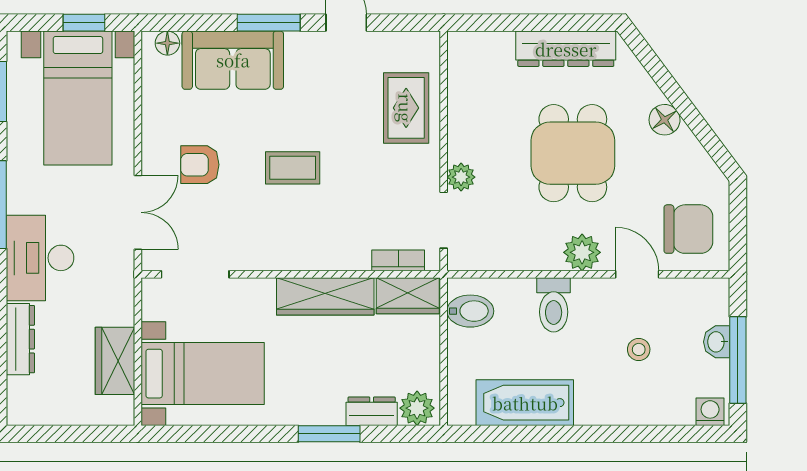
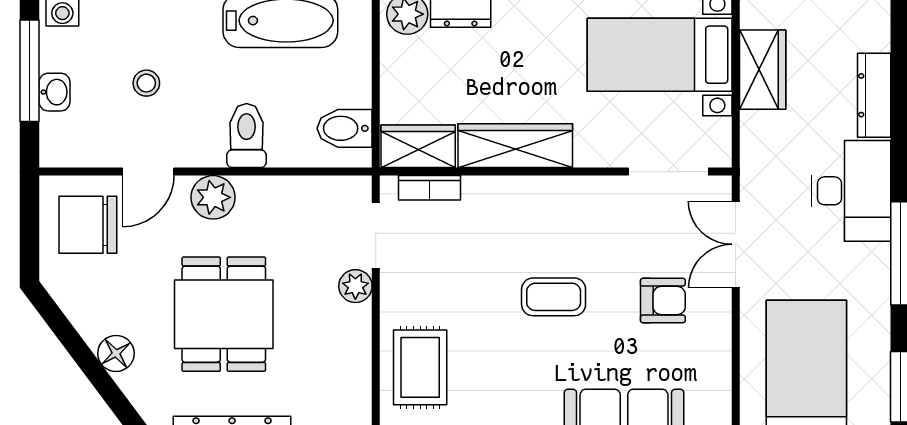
door: (637, 274) -> (148, 172), hinge flipped

